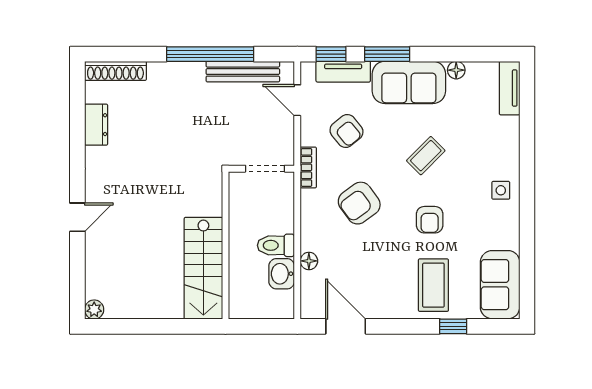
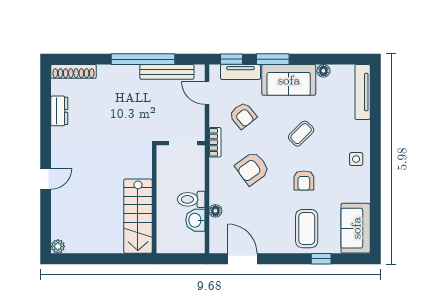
tv unit: (510, 88) -> (363, 92), width x1.41

